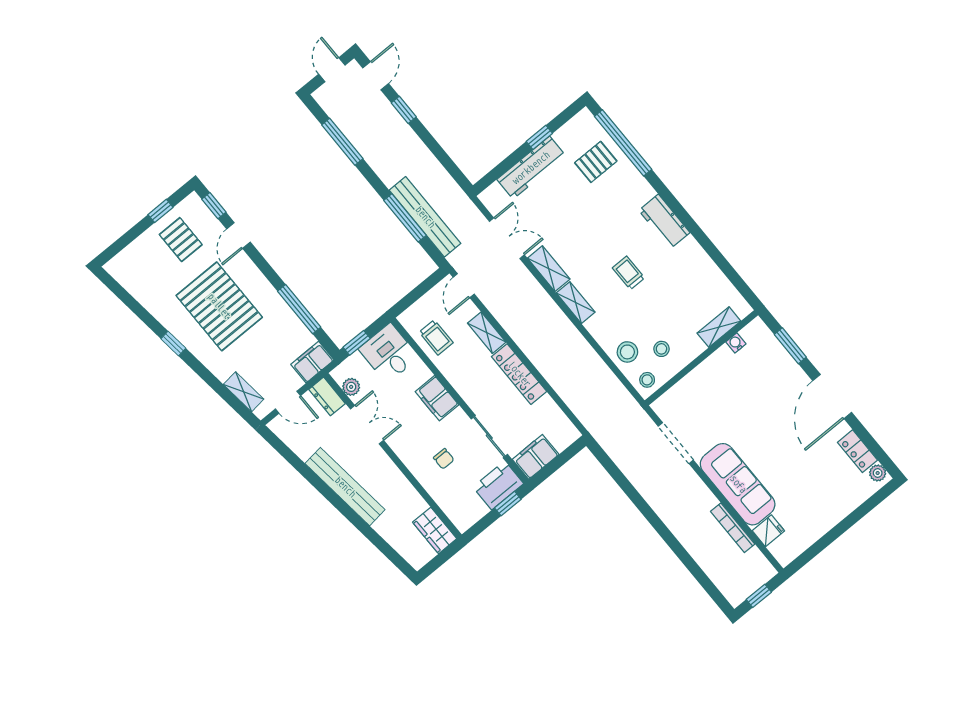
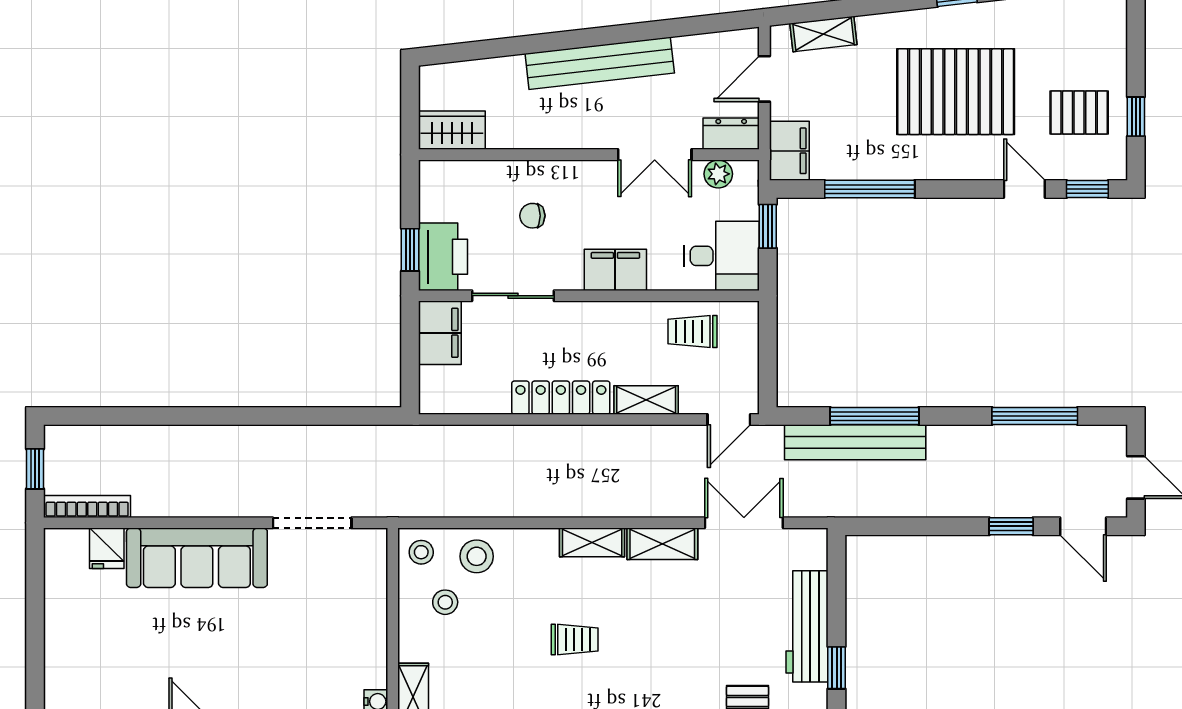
double door: (507, 238) -> (744, 523), swing flipped
door: (464, 286) -> (729, 420), swing flipped
bookcase: (733, 528) -> (87, 506), moved

